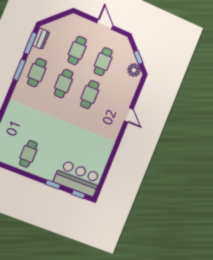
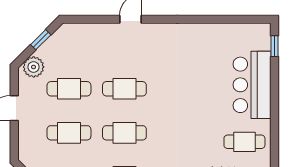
plant: (134, 70) -> (34, 67), moved
bar counter: (78, 178) -> (252, 85), moved
window: (53, 184) -> (274, 89), removed

